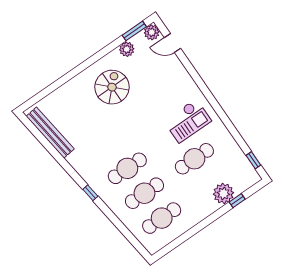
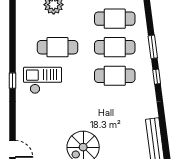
window: (253, 160) -> (12, 81), moved
window: (112, 216) -> (153, 47), added

